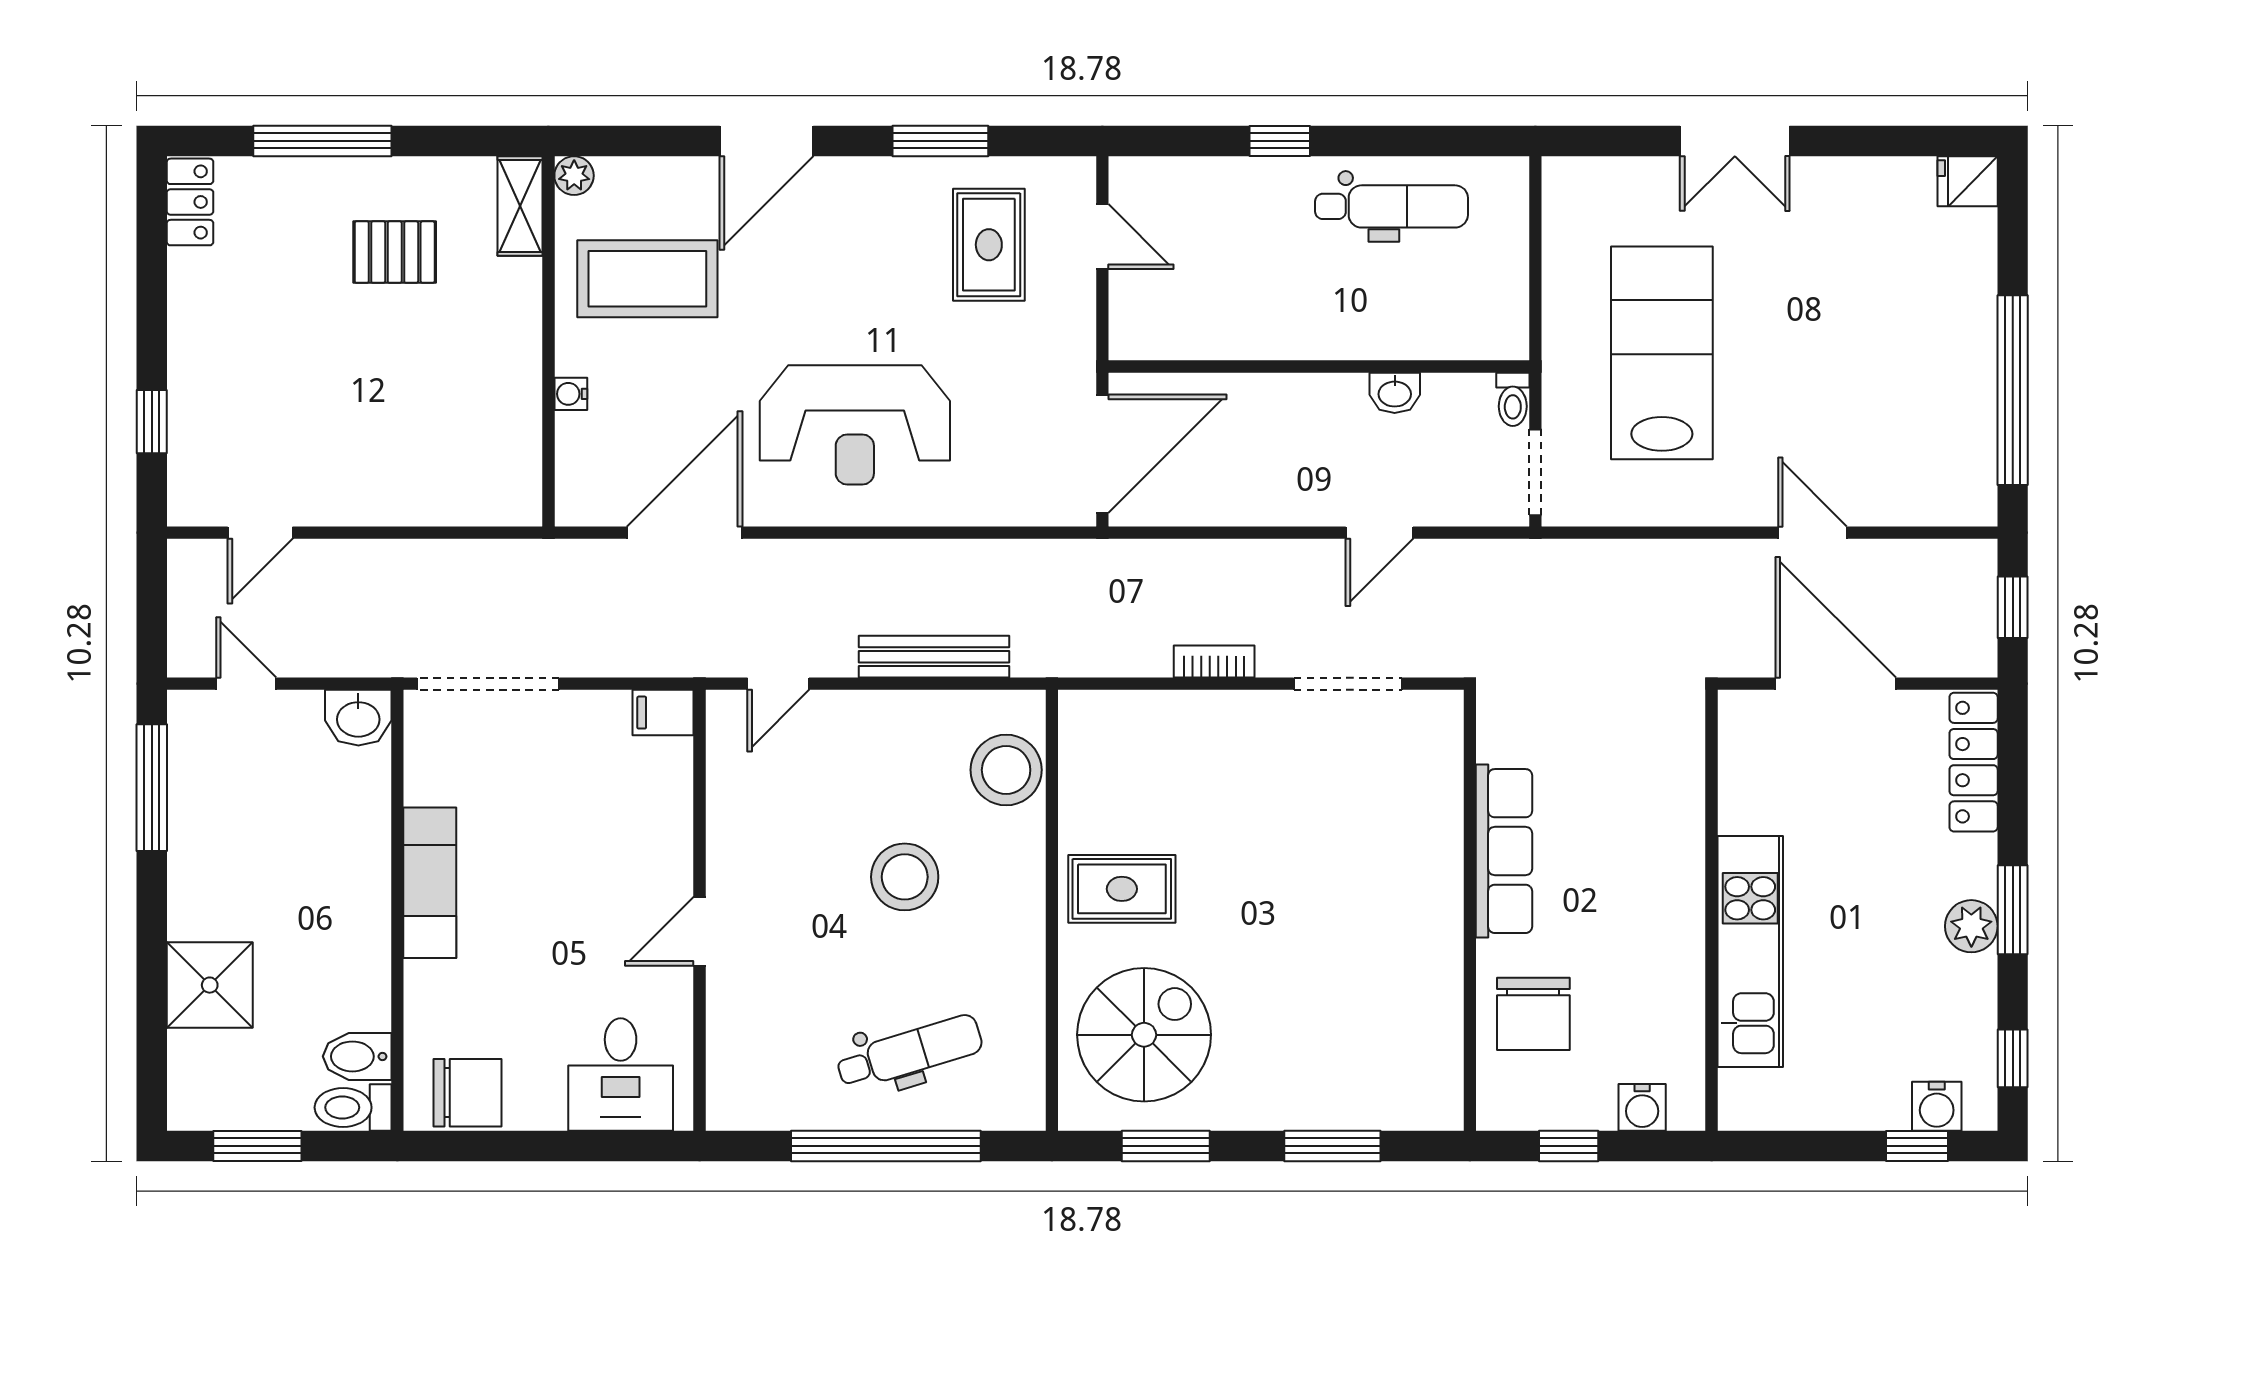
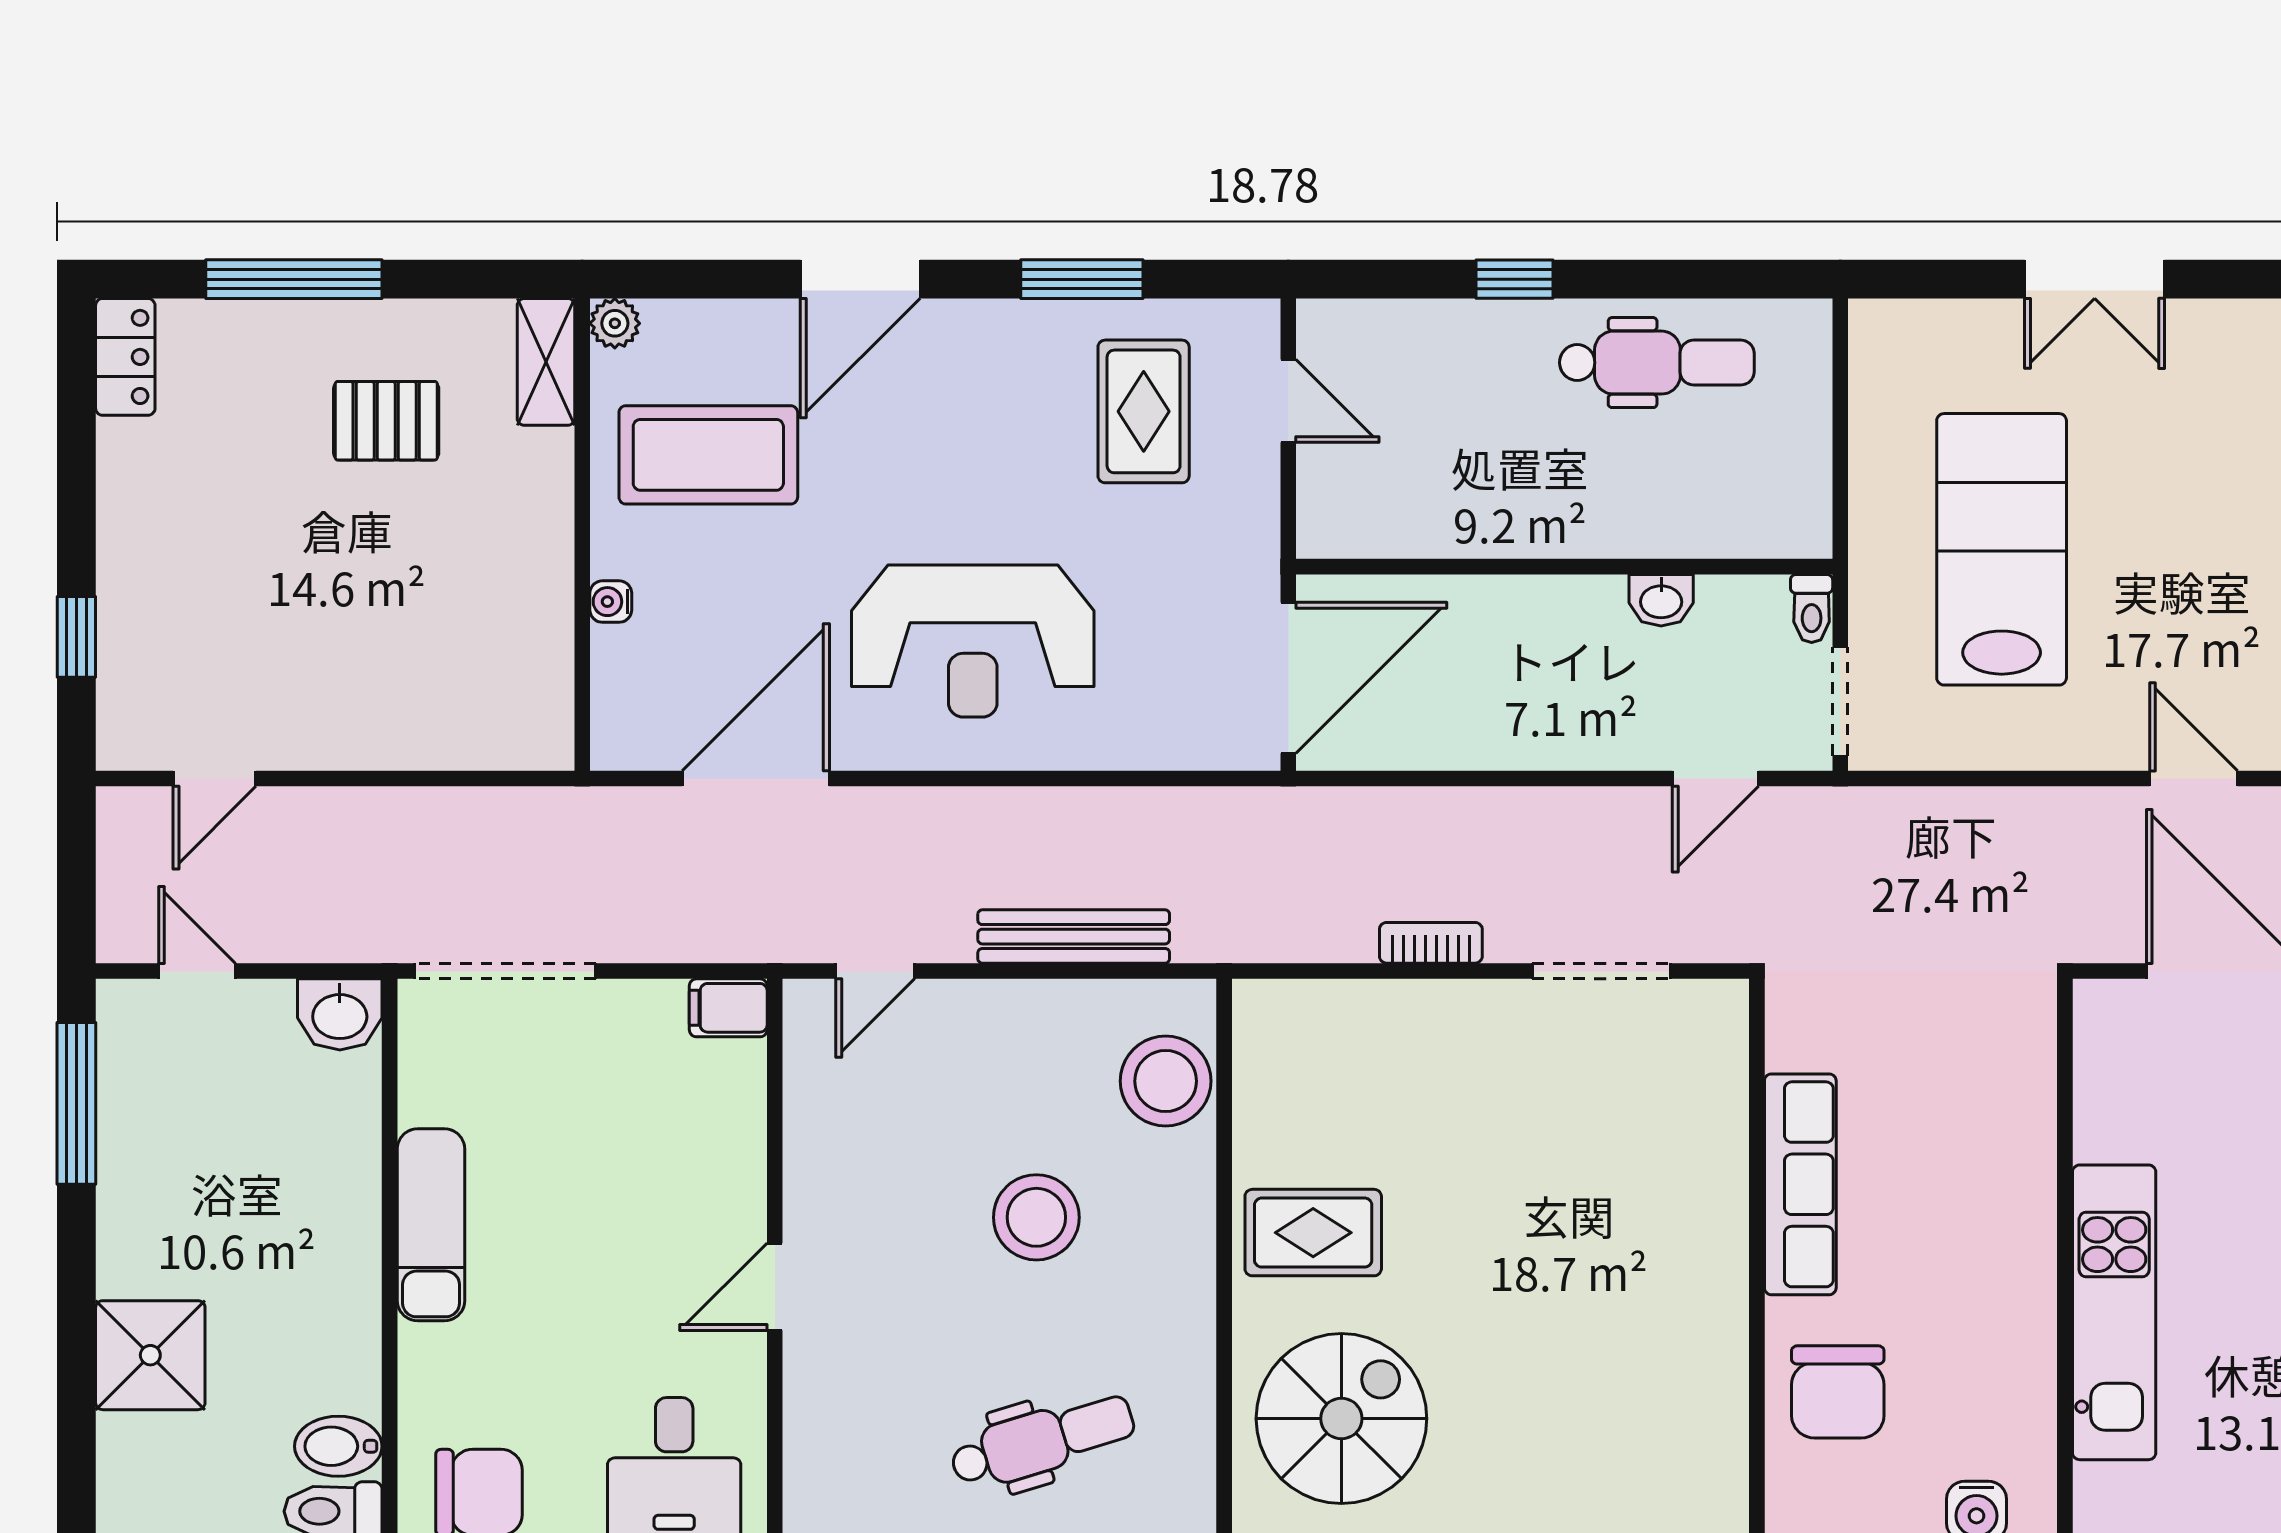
door: (1379, 533) -> (1715, 778), moved

